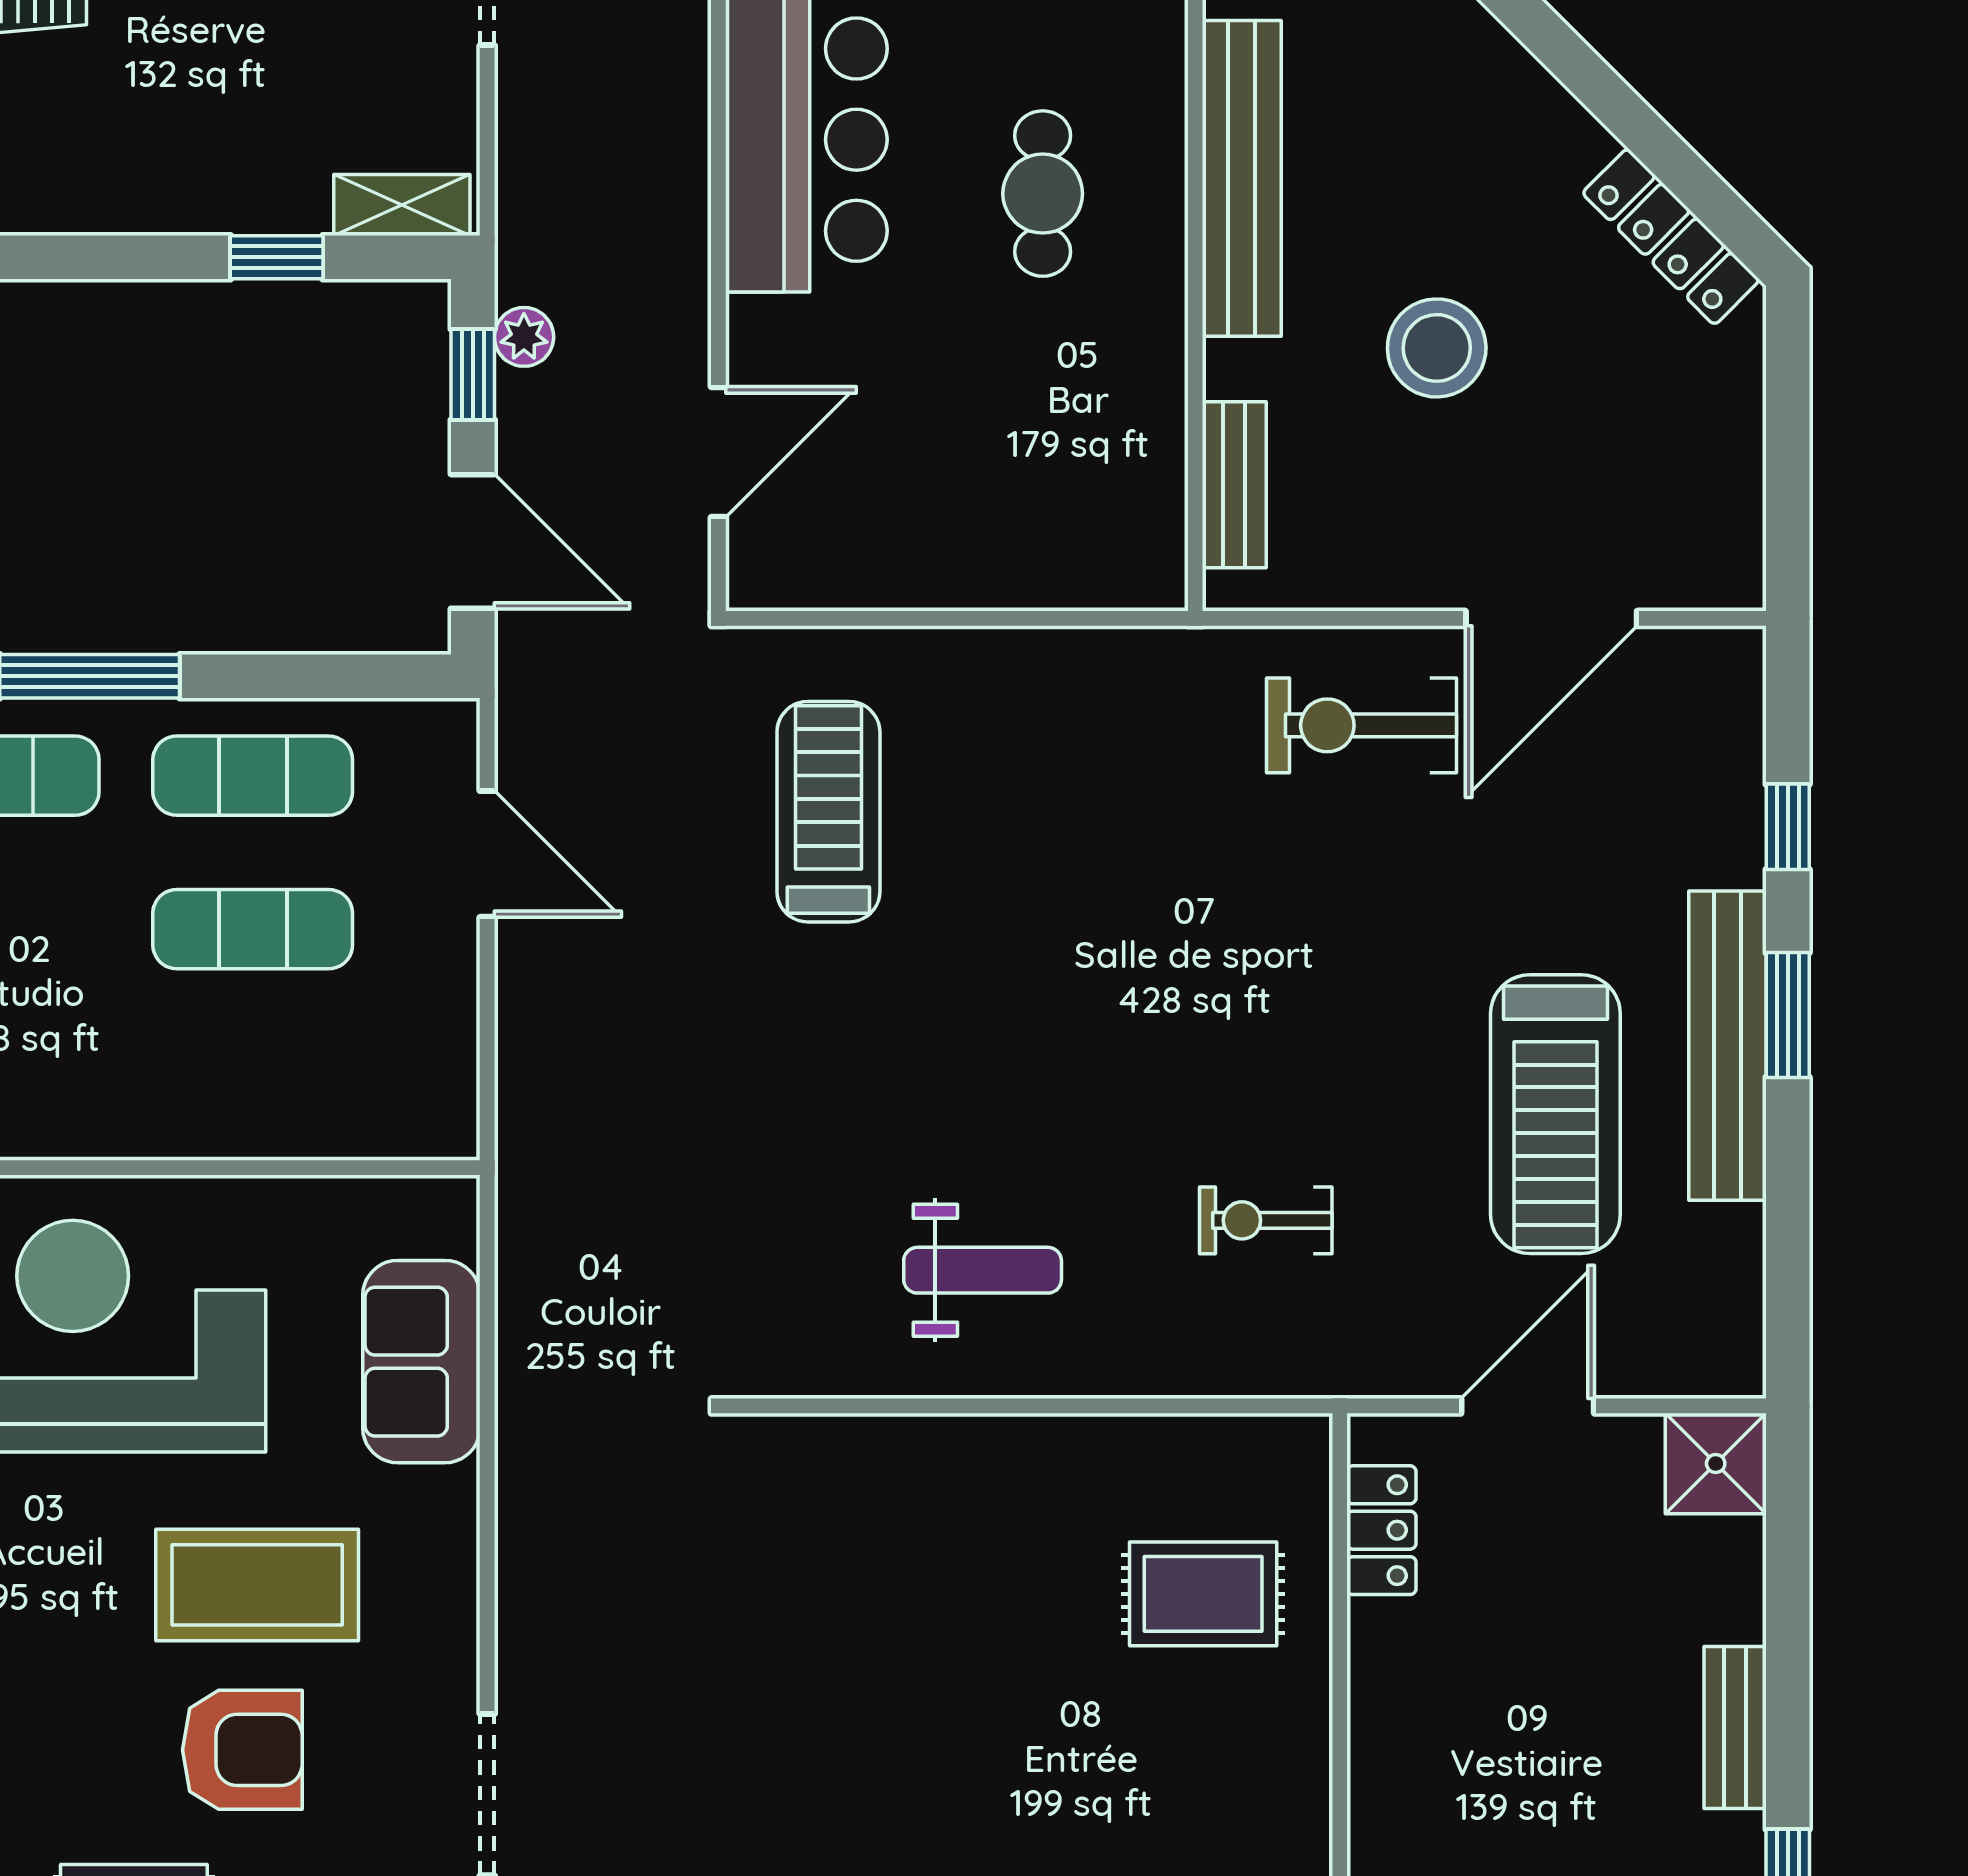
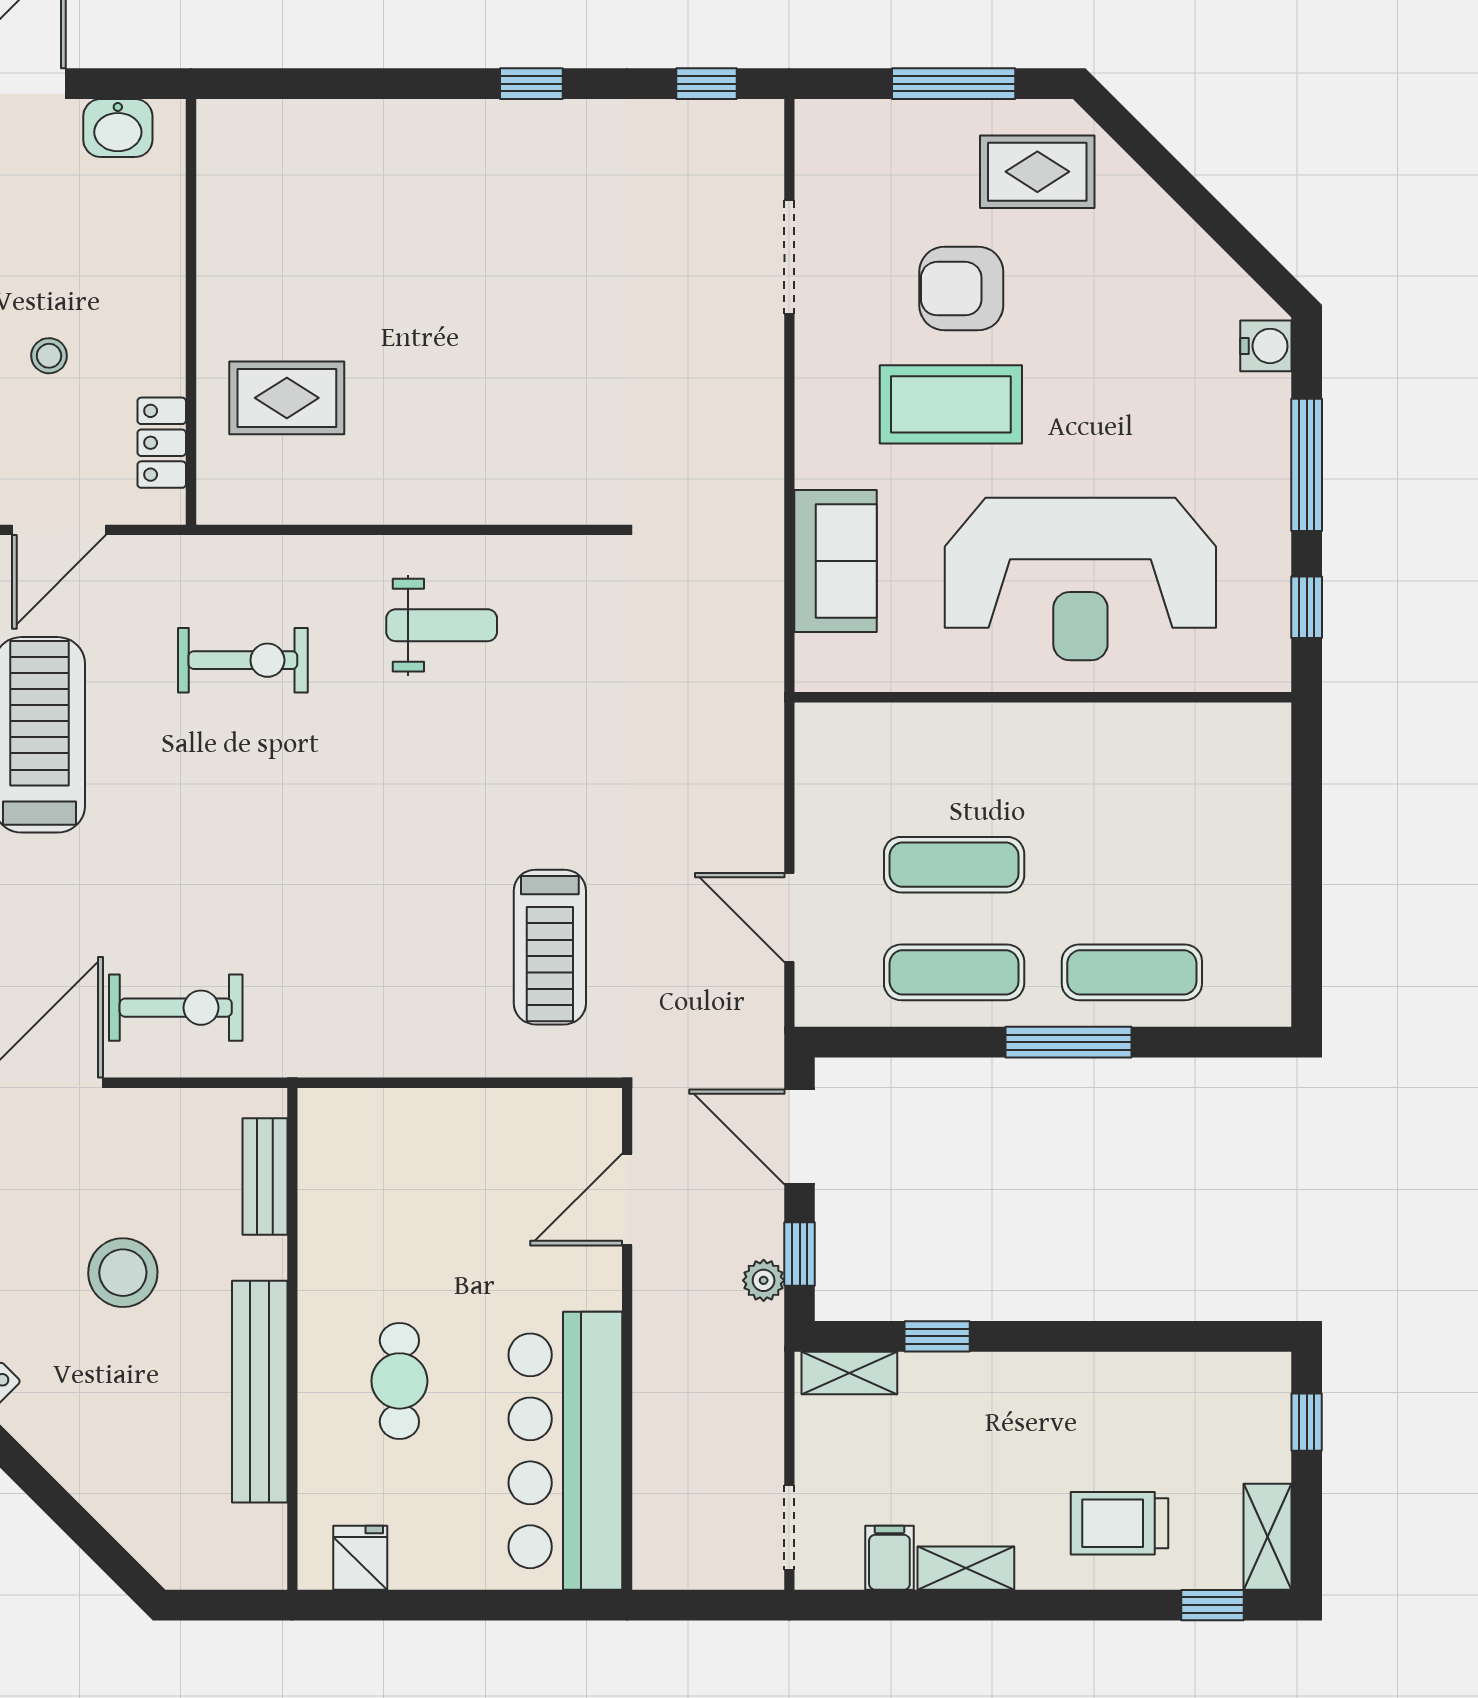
exercise bike: (1266, 1220) -> (243, 660), width x1.38, depth x1.39
weight bench: (983, 1270) -> (442, 625), turned 180
stool: (1542, 1654) -> (49, 356), added

